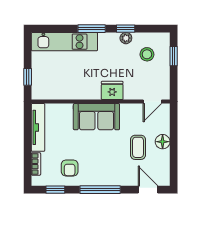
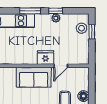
stool: (147, 54) -> (82, 28), moved
door: (152, 102) -> (61, 66), moved

